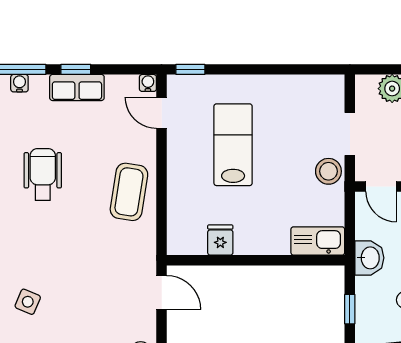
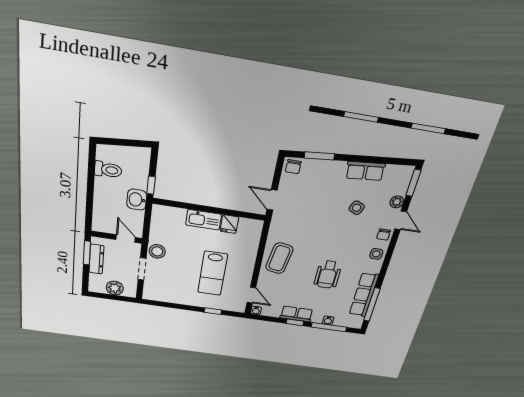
window: (190, 69) -> (213, 311), moved
kitchen sink: (318, 241) -> (204, 220), moved
window: (350, 309) -> (151, 185), moved

